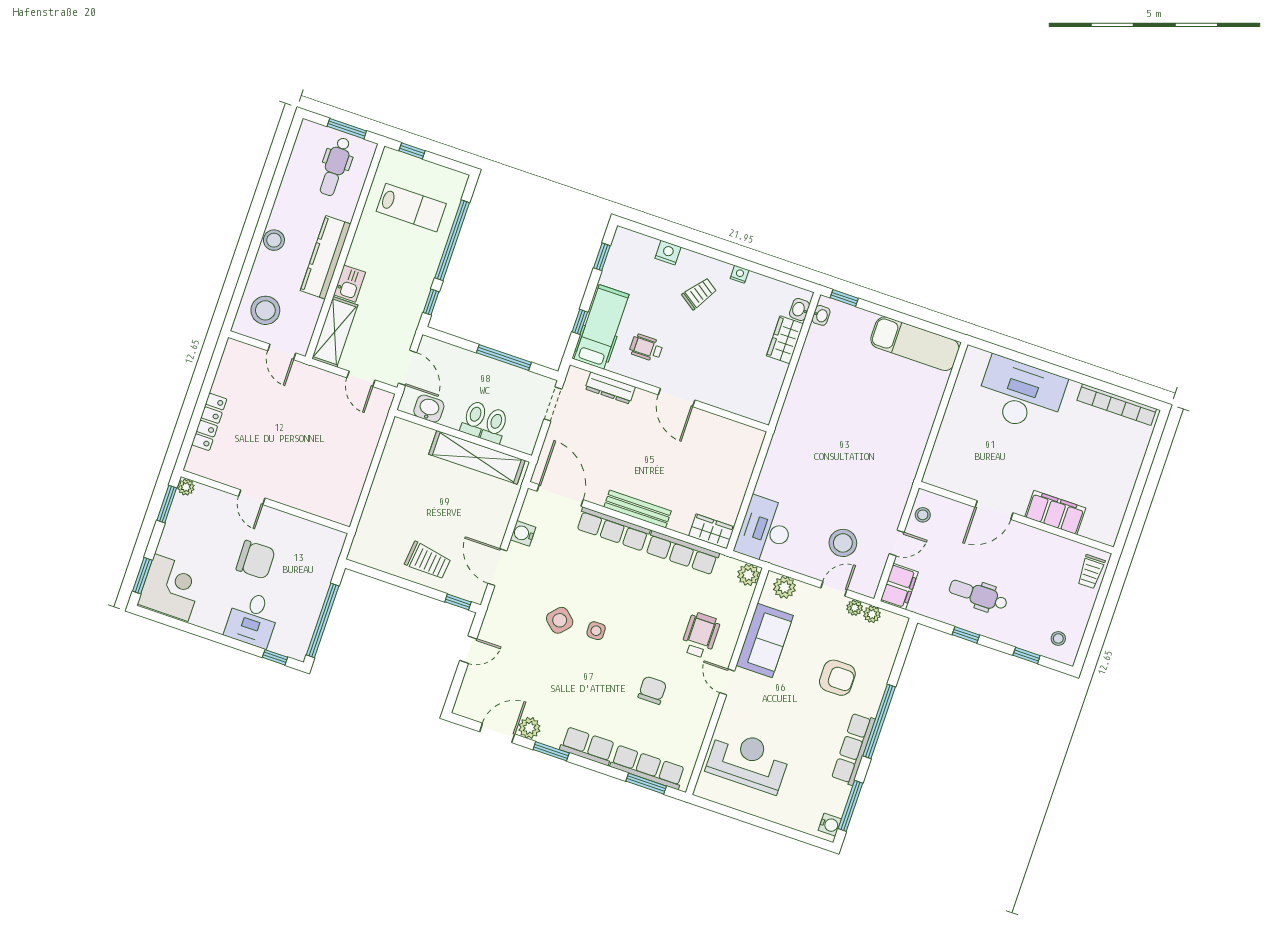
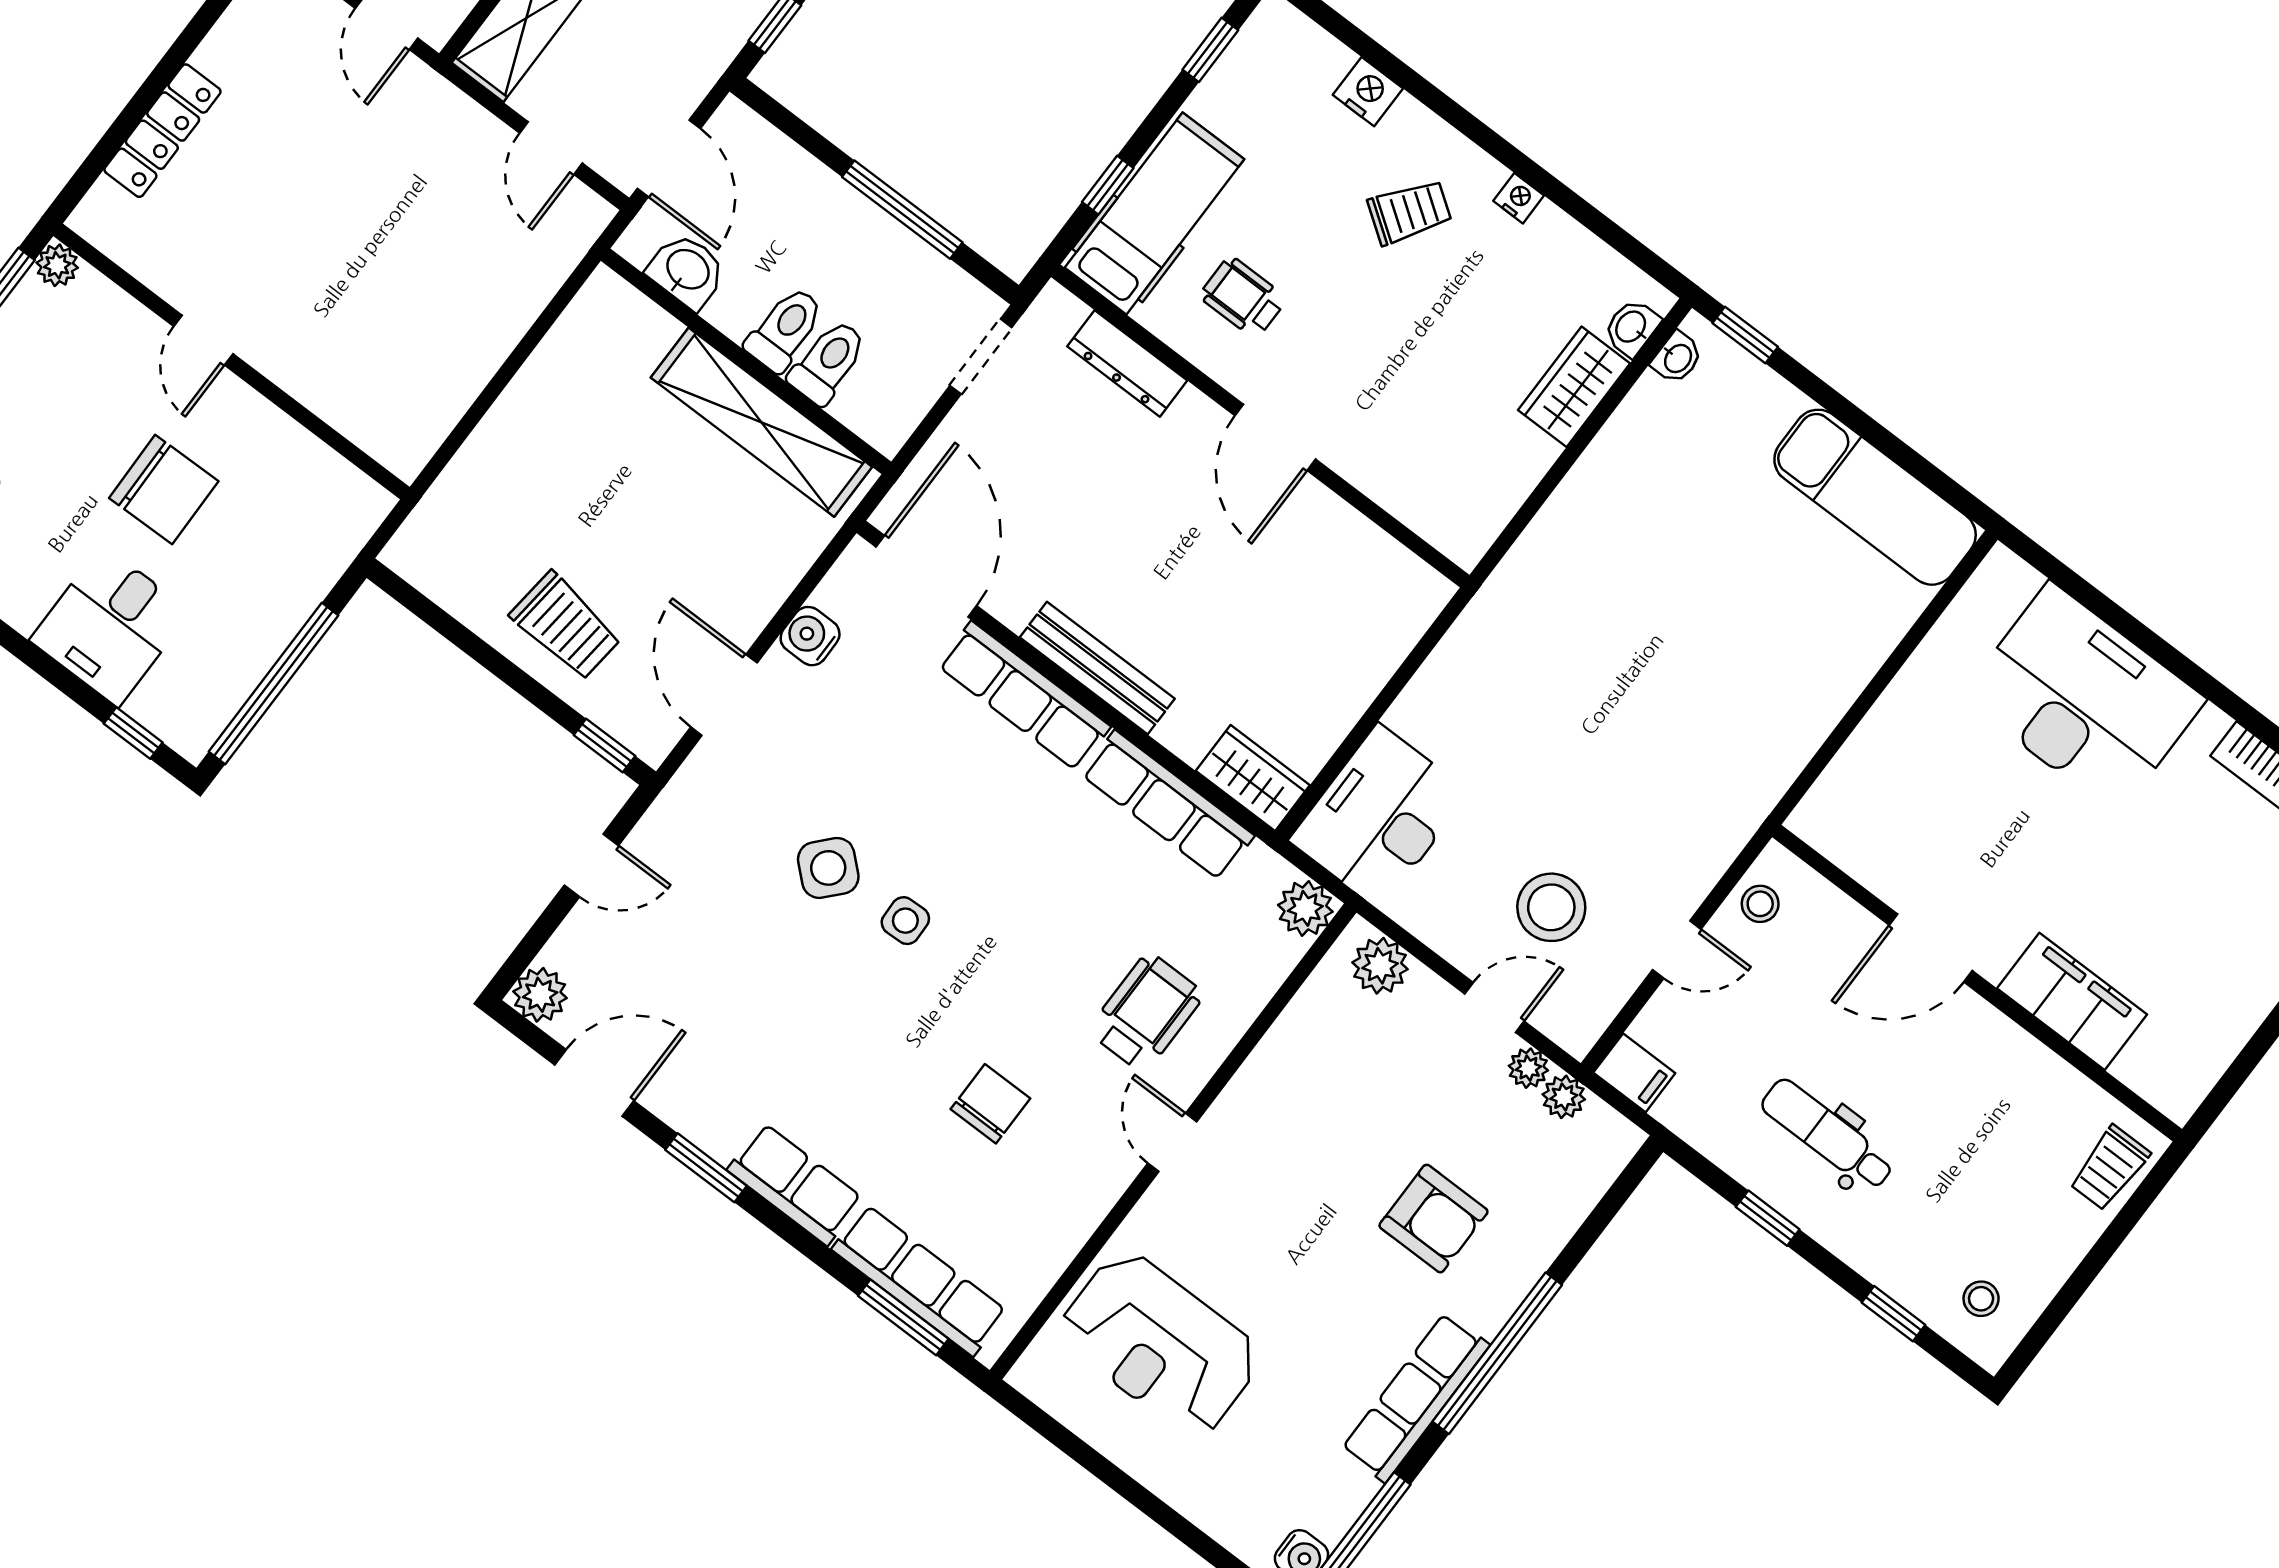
filing cabinet: (899, 587) -> (1634, 1073), width x0.50
sofa: (765, 640) -> (1292, 1075), removed
plant: (529, 728) -> (540, 995), moved
reception desk: (748, 761) -> (1160, 1344), turned 180

